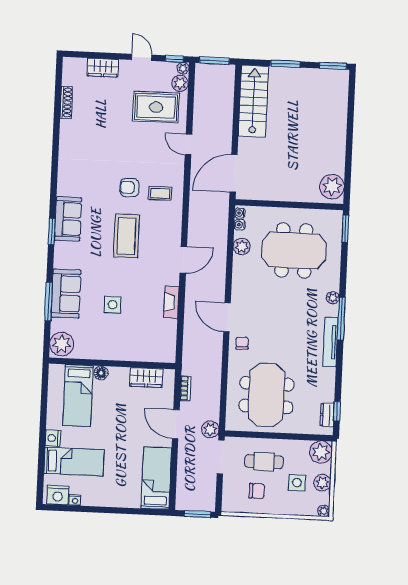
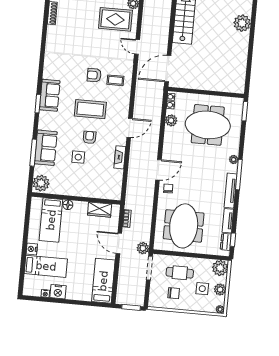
plant: (332, 187) -> (242, 23), moved
coffee table: (126, 236) -> (90, 109), turned 90
armchair: (127, 276) -> (89, 137), added
door: (227, 317) -> (158, 170), swing flipped
tv unit: (329, 385) -> (228, 221), added
nightstand: (58, 495) -> (58, 292), moved

